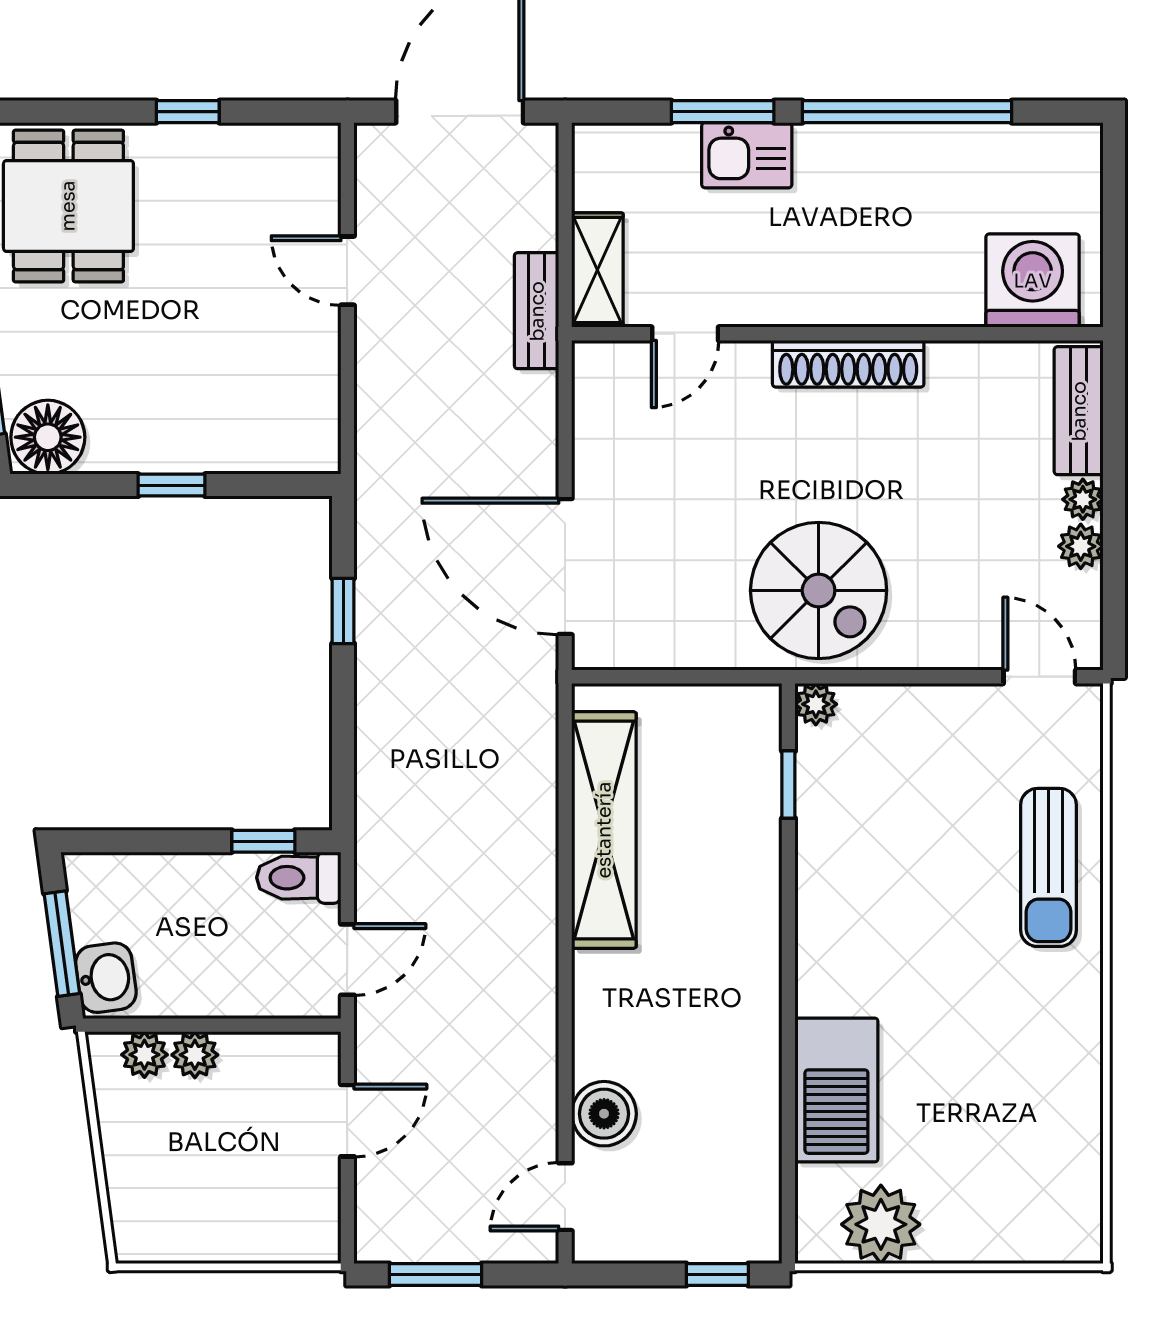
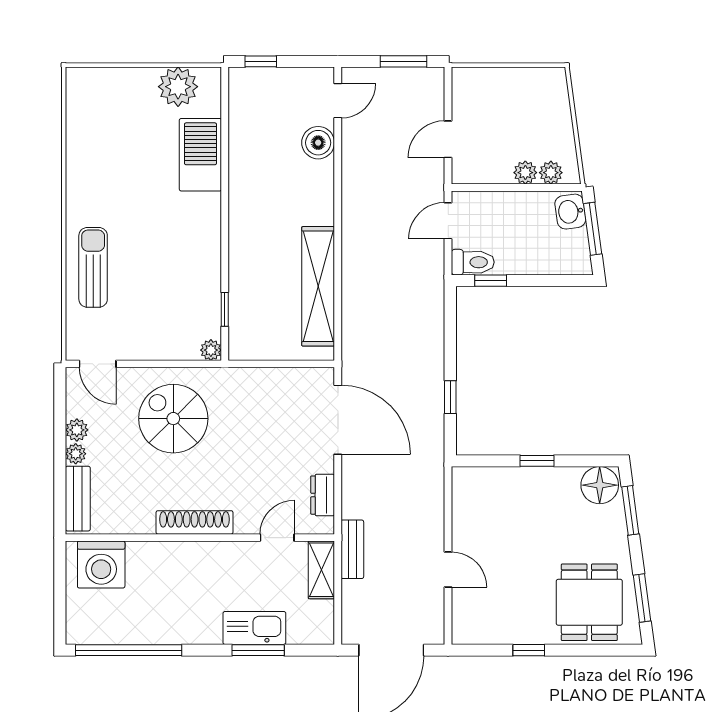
window: (907, 112) -> (129, 650), moved
kitchen sink: (747, 155) -> (254, 628), width x1.38
dresser: (595, 418) -> (323, 495), added
spiral stairs: (819, 590) -> (173, 419), moved

